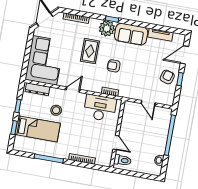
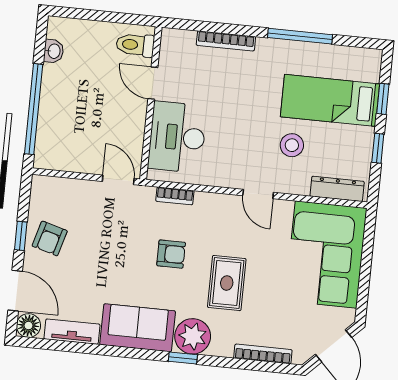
floor lamp: (180, 39) -> (28, 326), added
door: (184, 55) -> (15, 291), hinge flipped
door: (73, 90) -> (258, 194), hinge flipped
door: (148, 103) -> (118, 180), moved
desk: (100, 108) -> (177, 137), moved, turned 90

